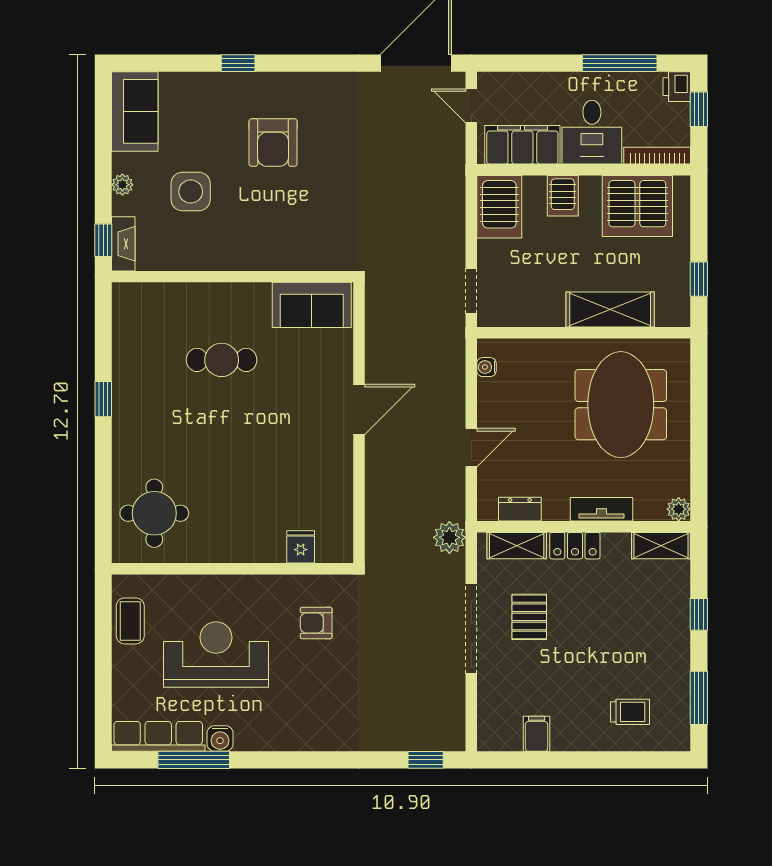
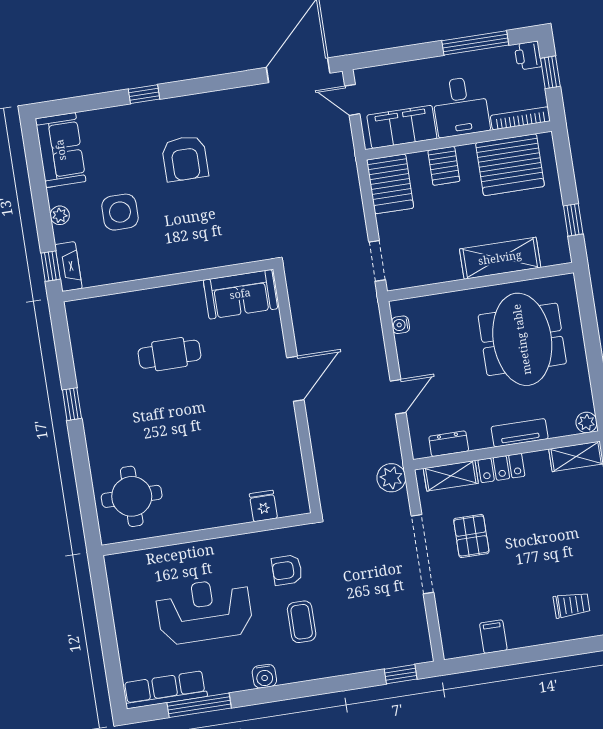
coffee table: (130, 621) -> (302, 622), moved
water cooler: (220, 739) -> (264, 676), moved

